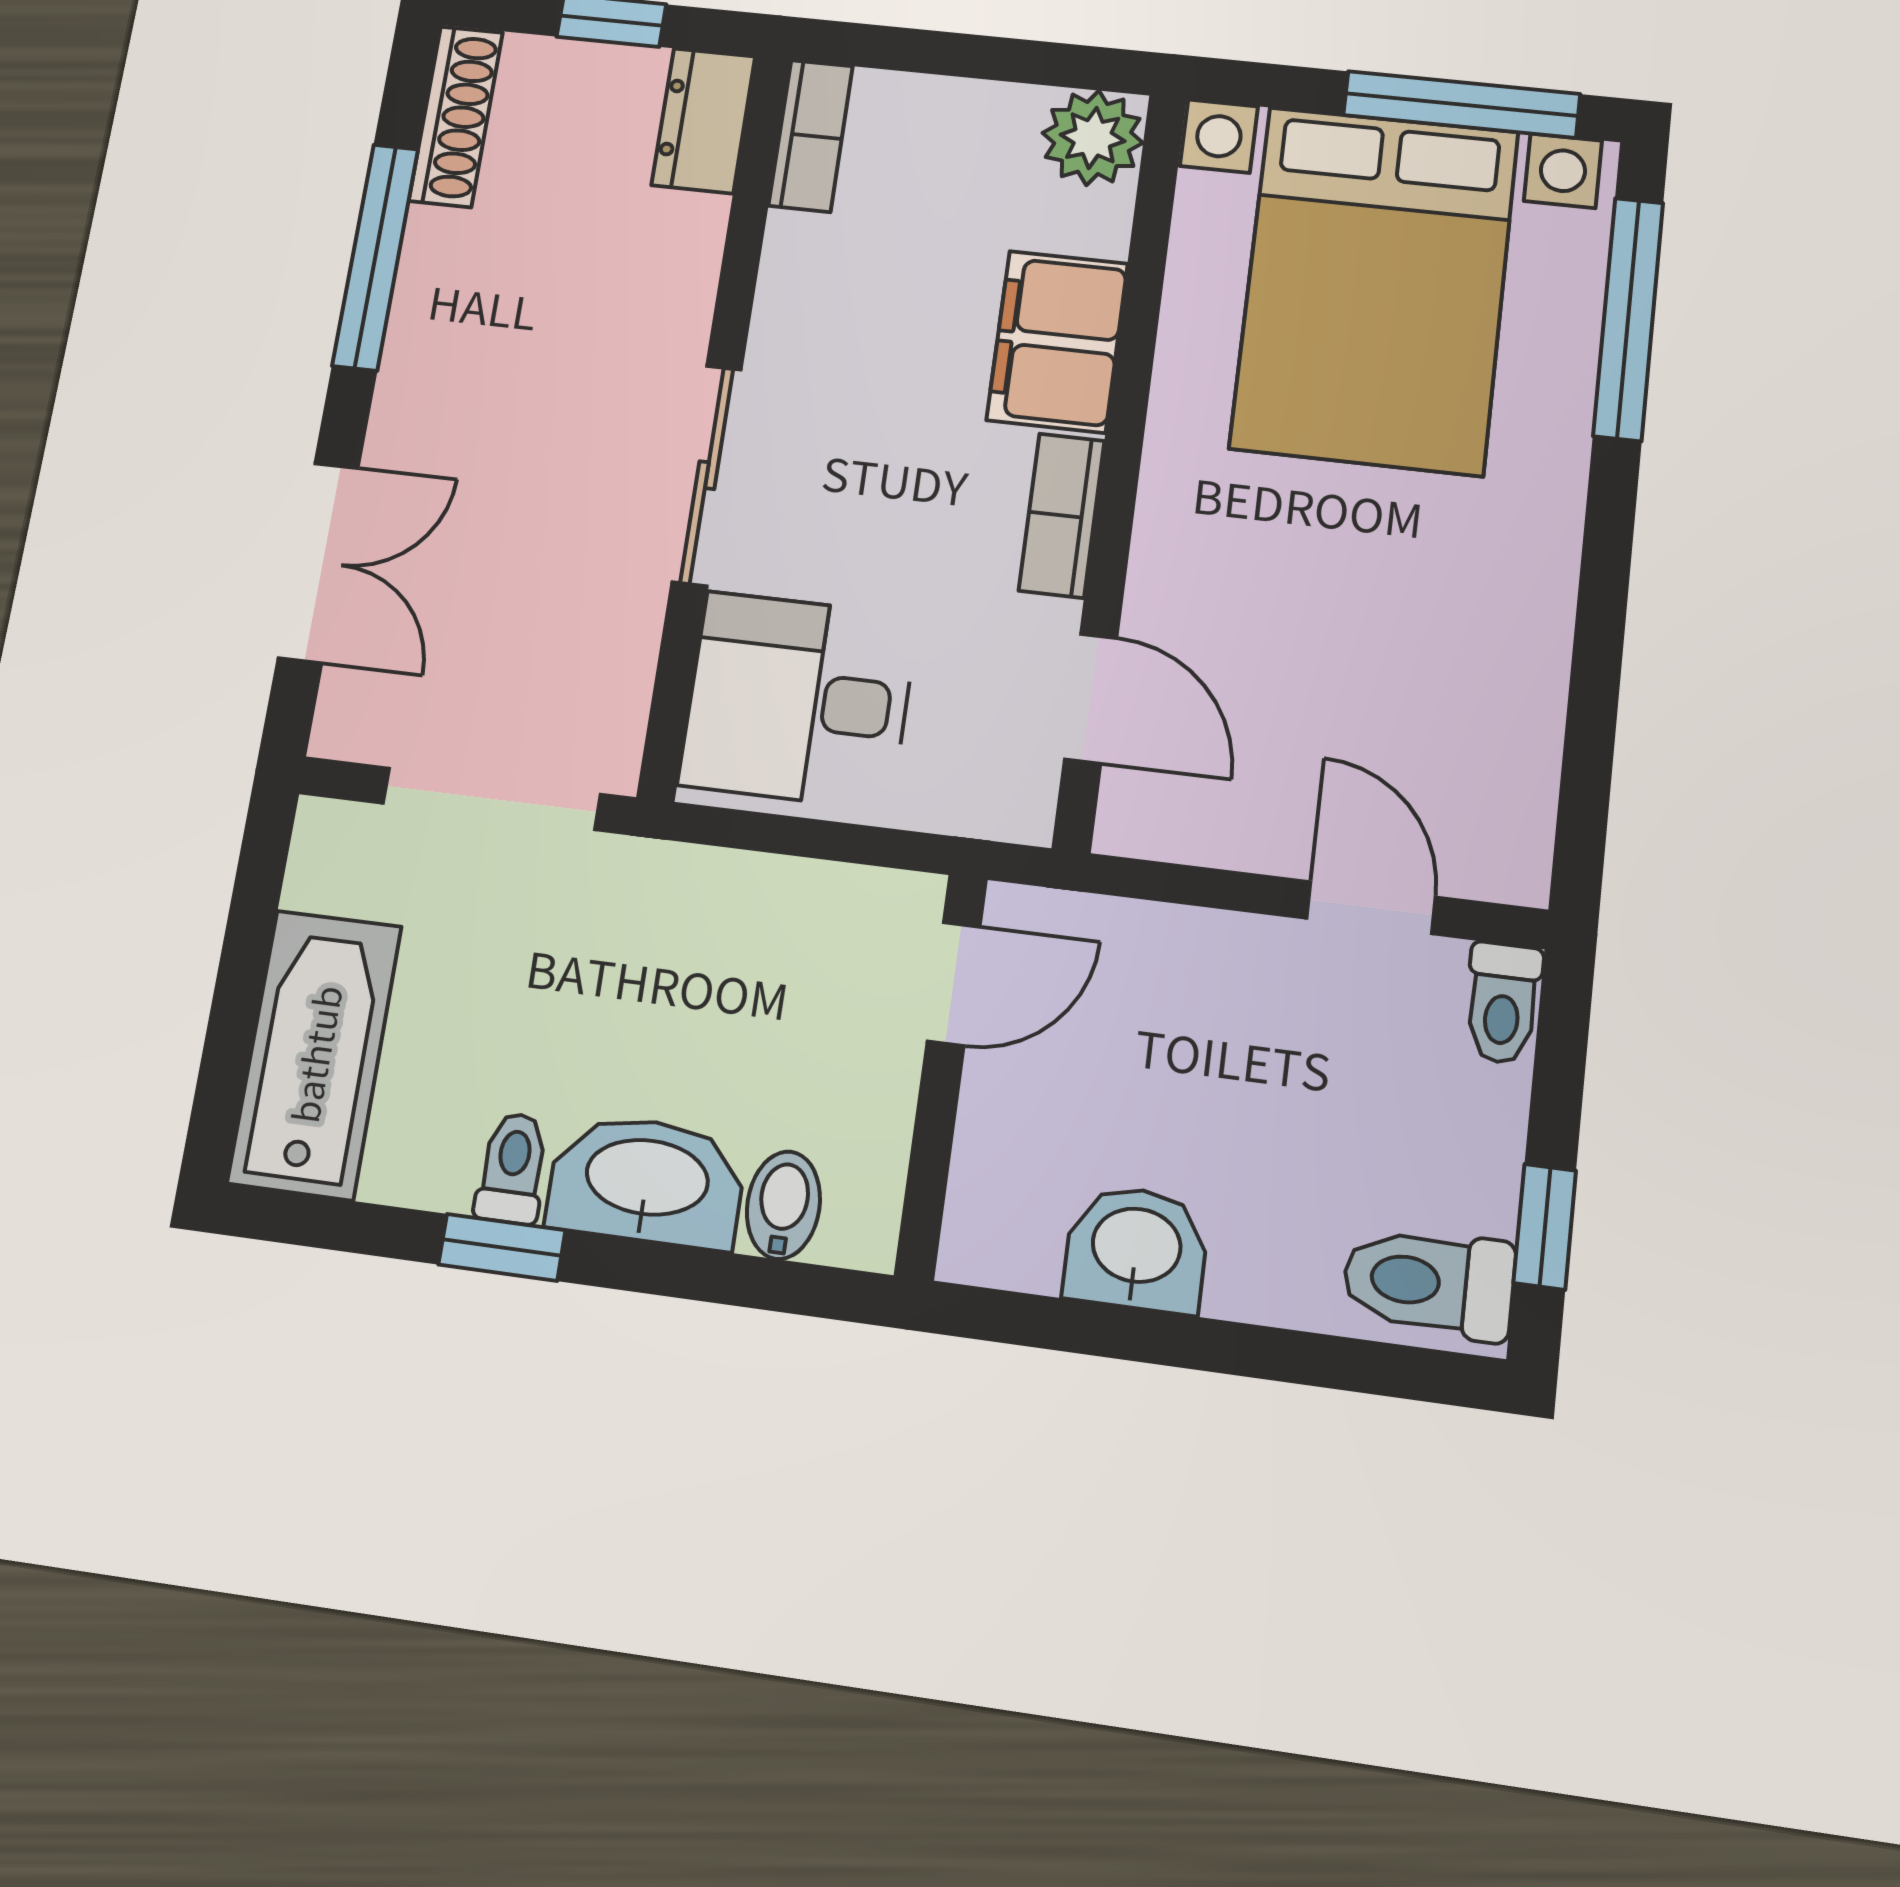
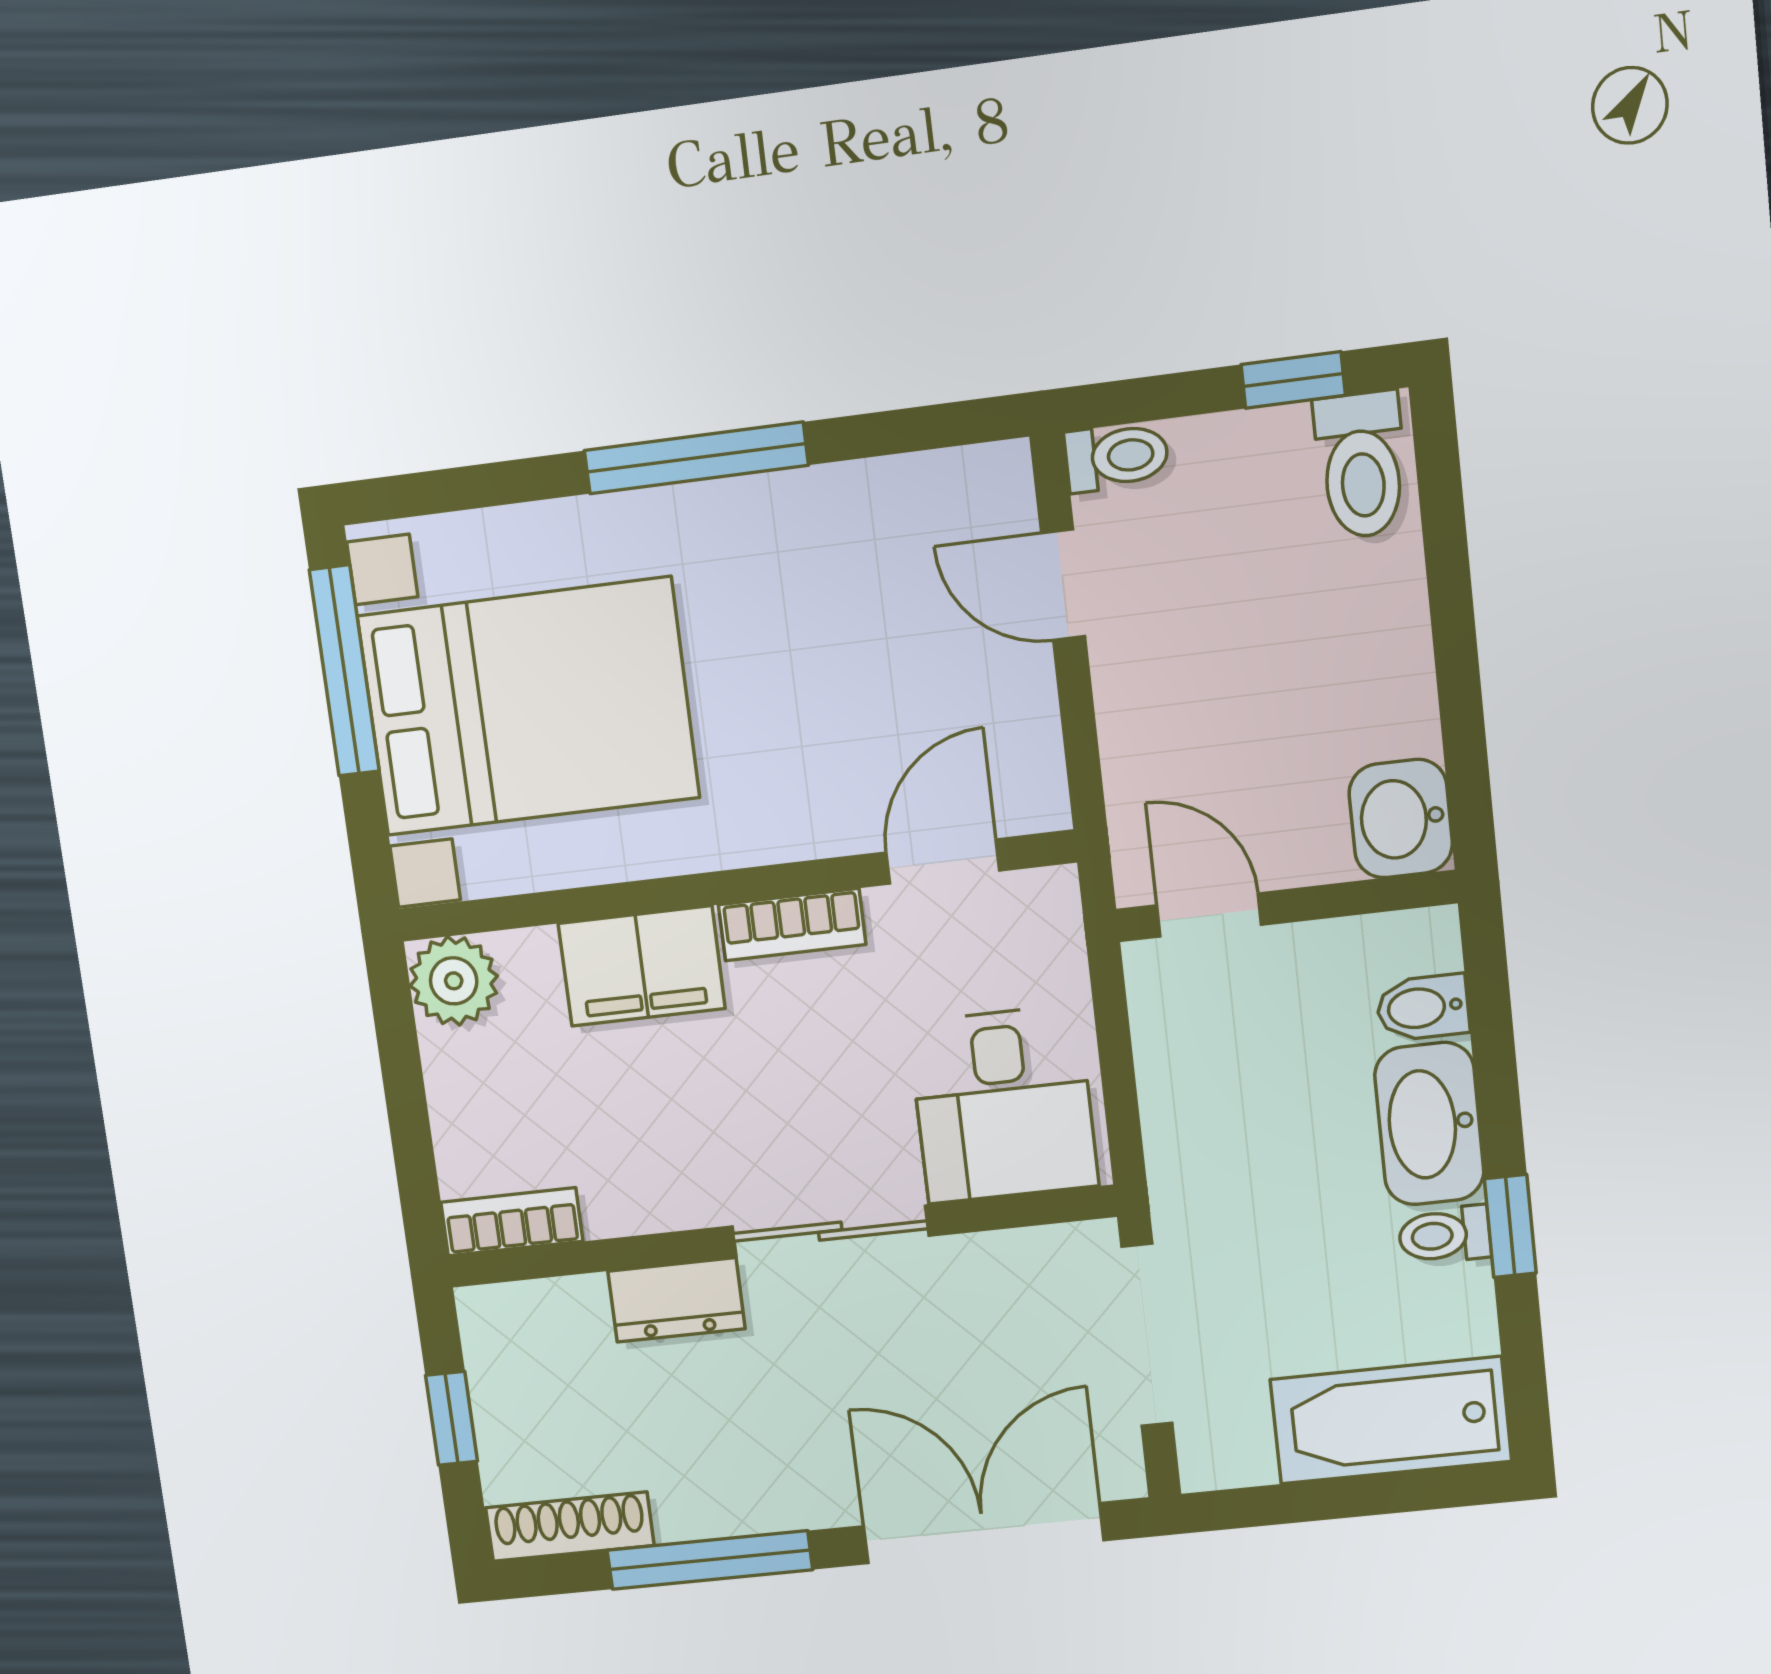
dresser: (703, 121) -> (676, 1300), moved
window: (1628, 319) -> (696, 458), moved
double door: (318, 562) -> (983, 1533), width x1.37
door: (1371, 908) -> (1063, 585), hinge flipped
washbasin: (1136, 1249) -> (1401, 819), moved

